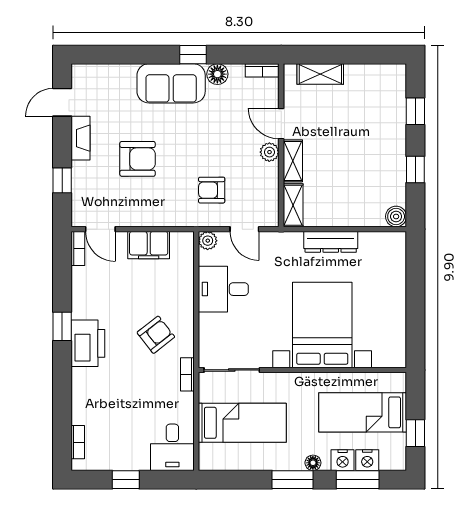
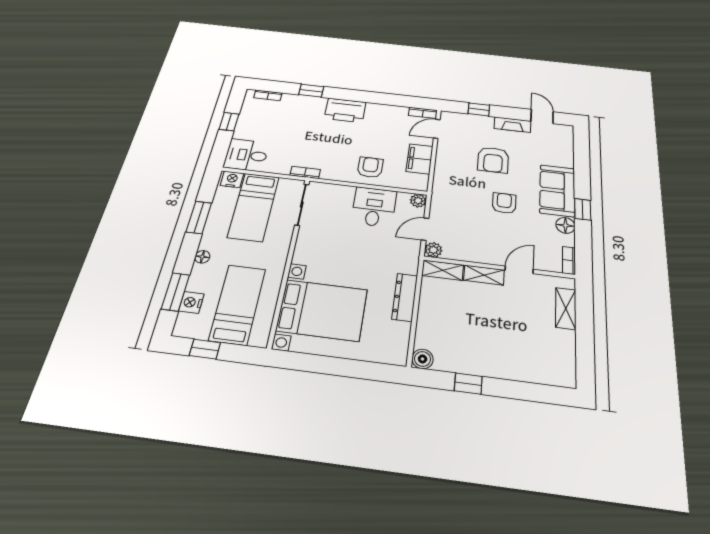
window: (415, 111) -> (528, 391), removed
plant: (269, 152) -> (433, 250), moved
armchair: (212, 190) -> (504, 203), moved
bed with nightstands: (322, 325) -> (322, 310), moved
window: (62, 326) -> (311, 91), moved
armchair: (156, 335) -> (370, 167), moved, turned -142
nightstand: (343, 460) -> (232, 179), moved, turned 90
window: (293, 480) -> (199, 217), moved

